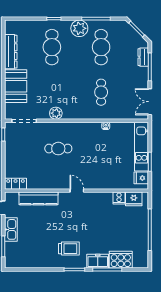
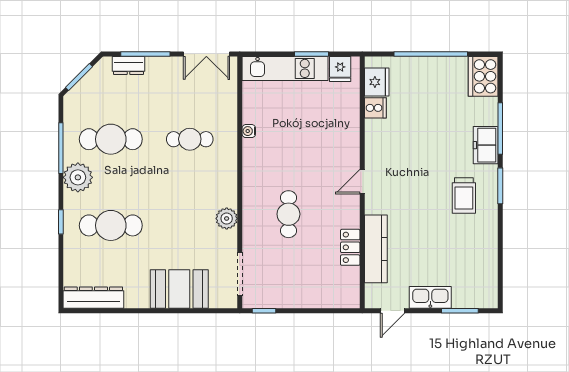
dresser: (11, 52) -> (93, 298), moved
locker: (16, 184) -> (350, 247), moved
trolley: (69, 249) -> (464, 196), turned 180
cooker: (121, 260) -> (483, 76), moved

